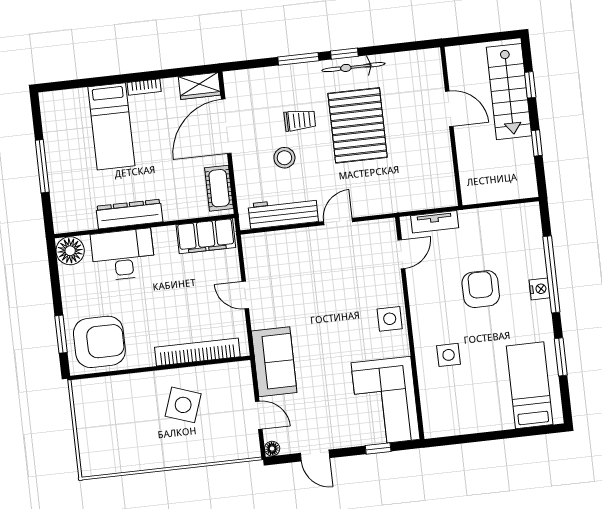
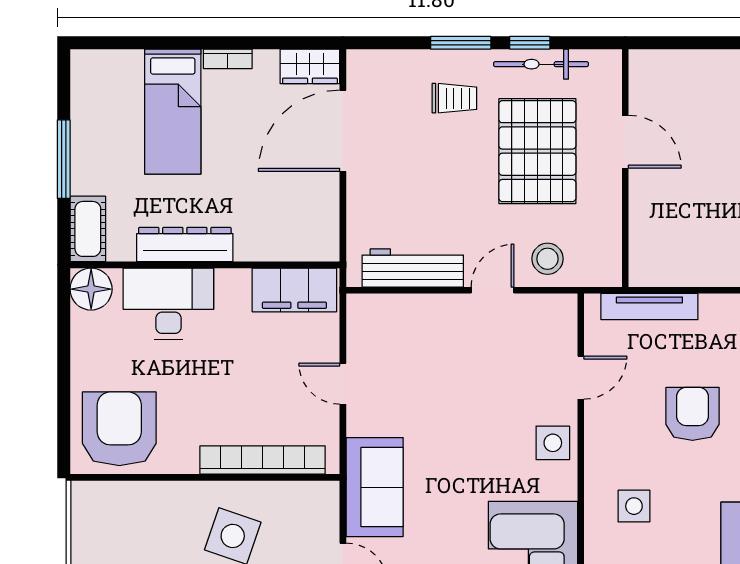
door: (449, 109) -> (625, 142), moved
trolley: (300, 120) -> (454, 98), moved
wall: (451, 126) -> (625, 168), moved
stool: (284, 158) -> (548, 259), moved
cot: (219, 188) -> (88, 229), moved
tv unit: (435, 222) -> (649, 307), width x1.41
door: (401, 254) -> (581, 378), moved
window: (61, 334) -> (64, 411), removed
armchair: (99, 342) -> (119, 429), turned -90

